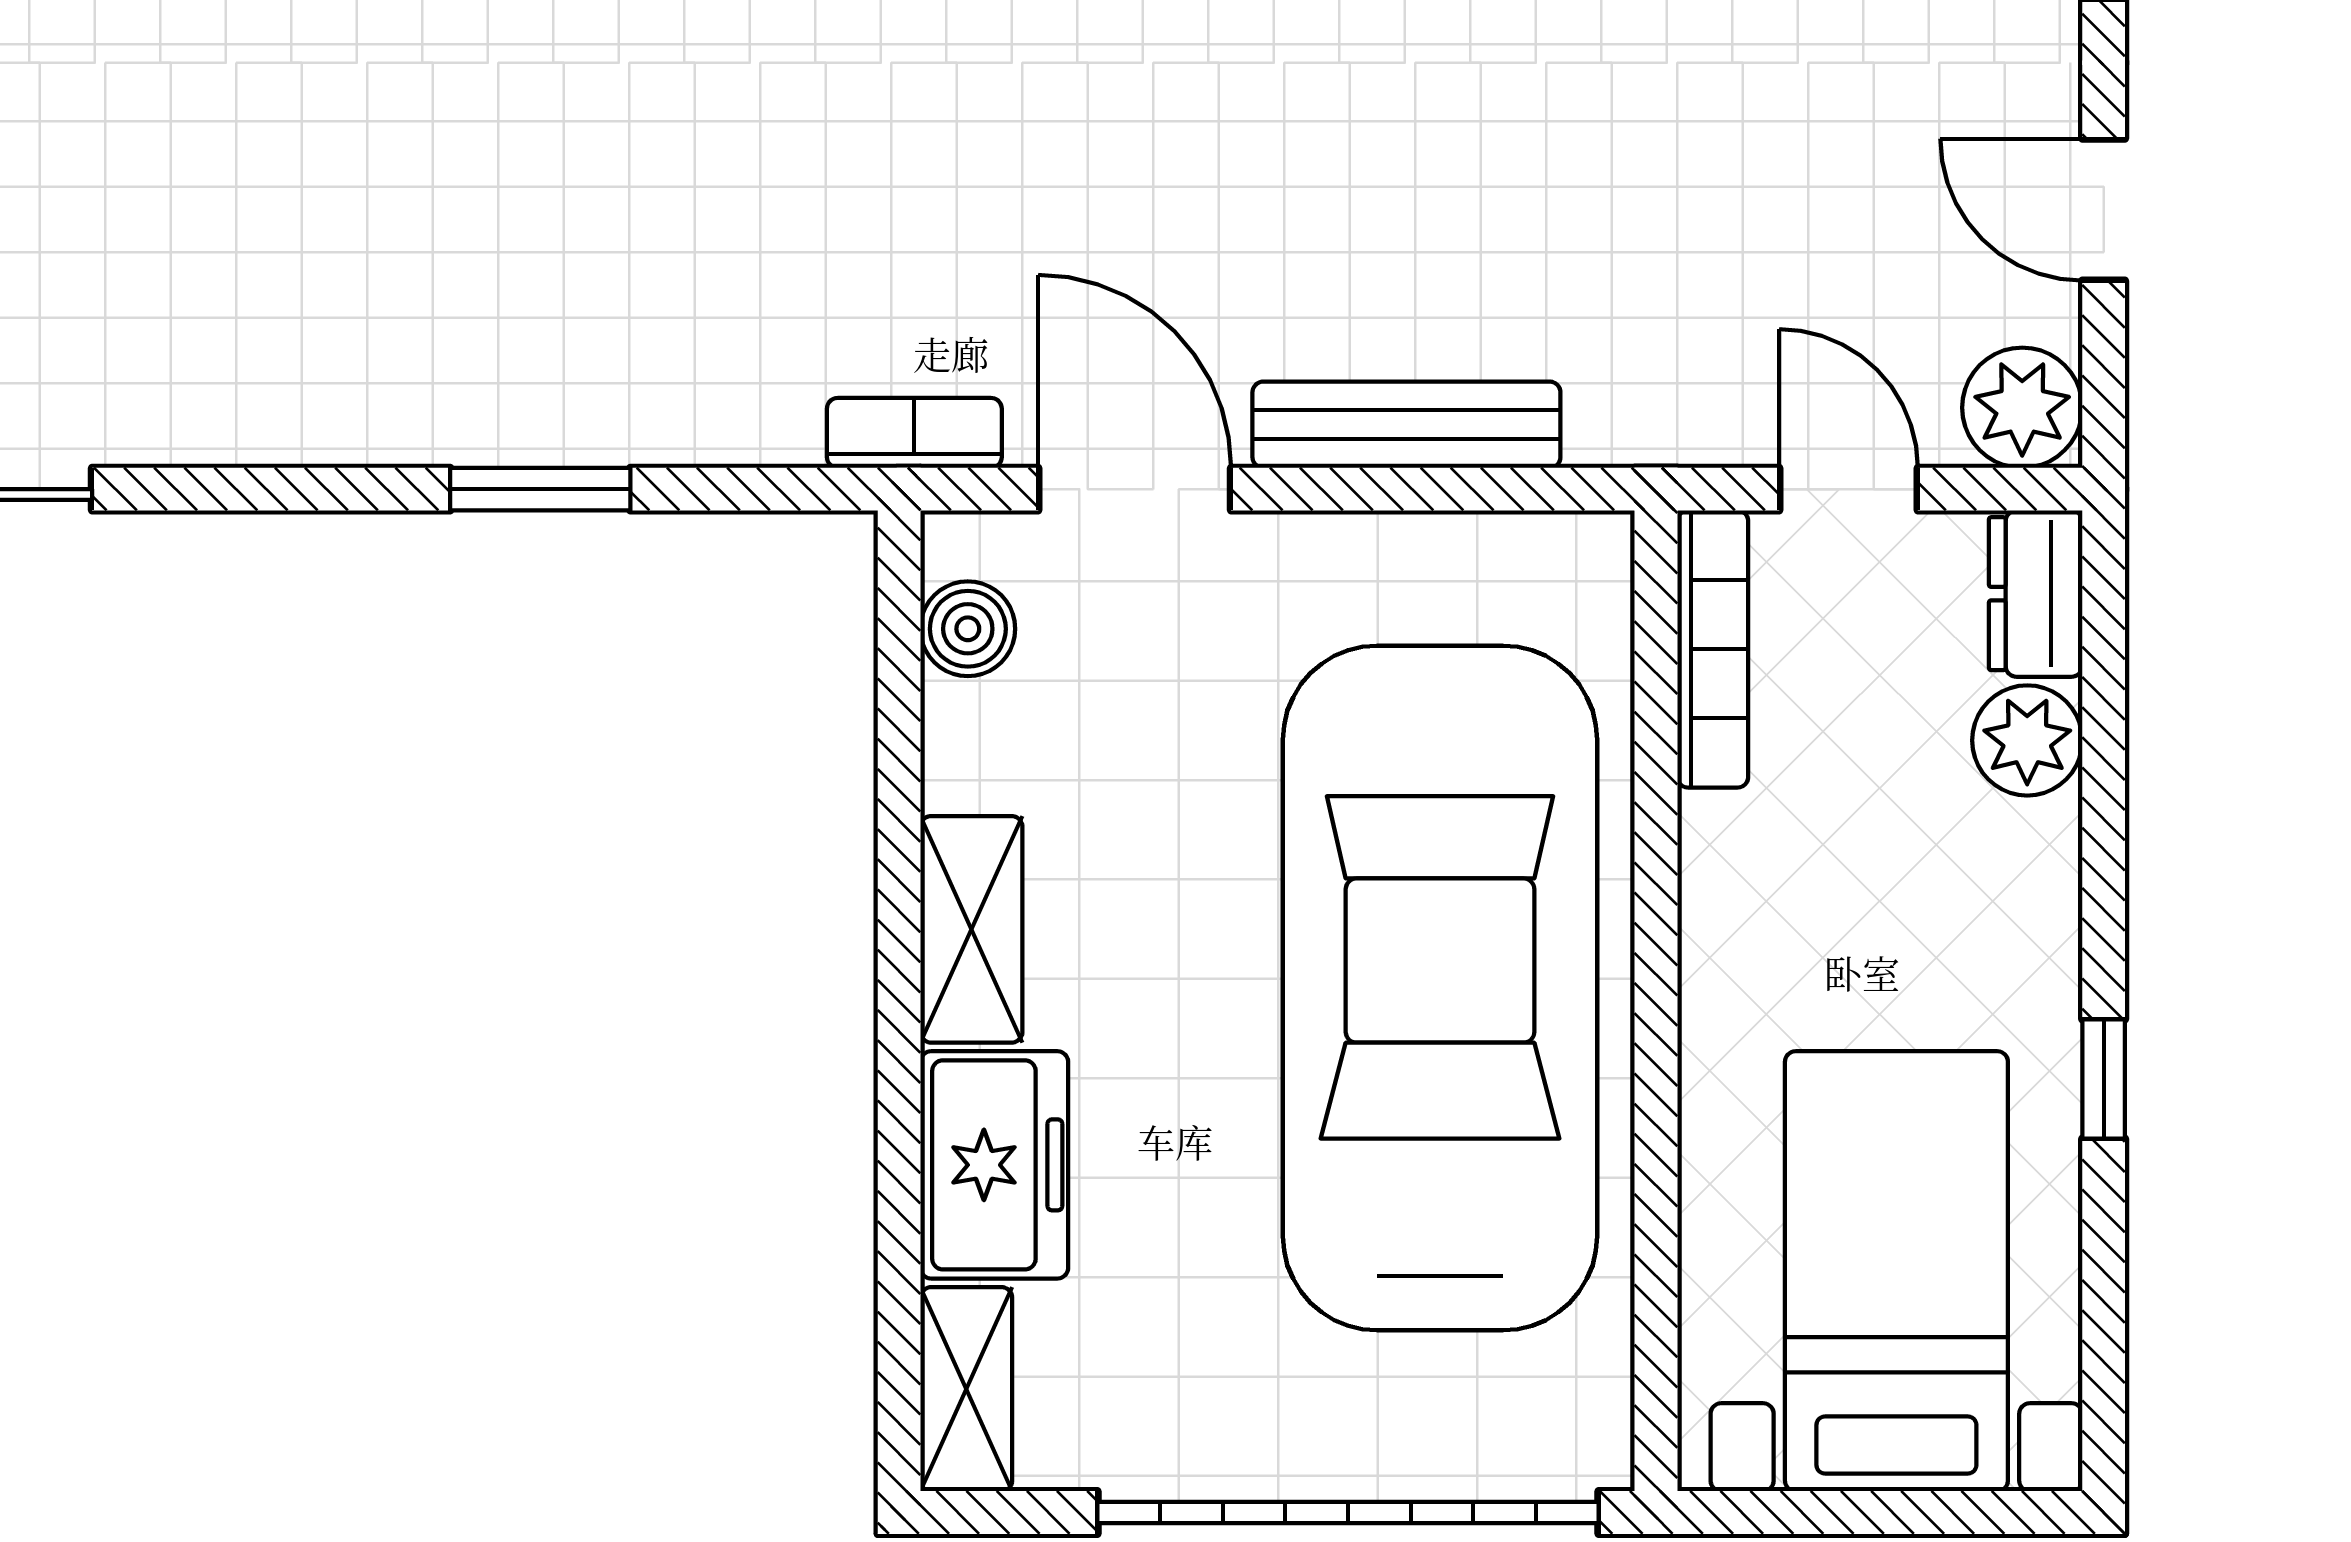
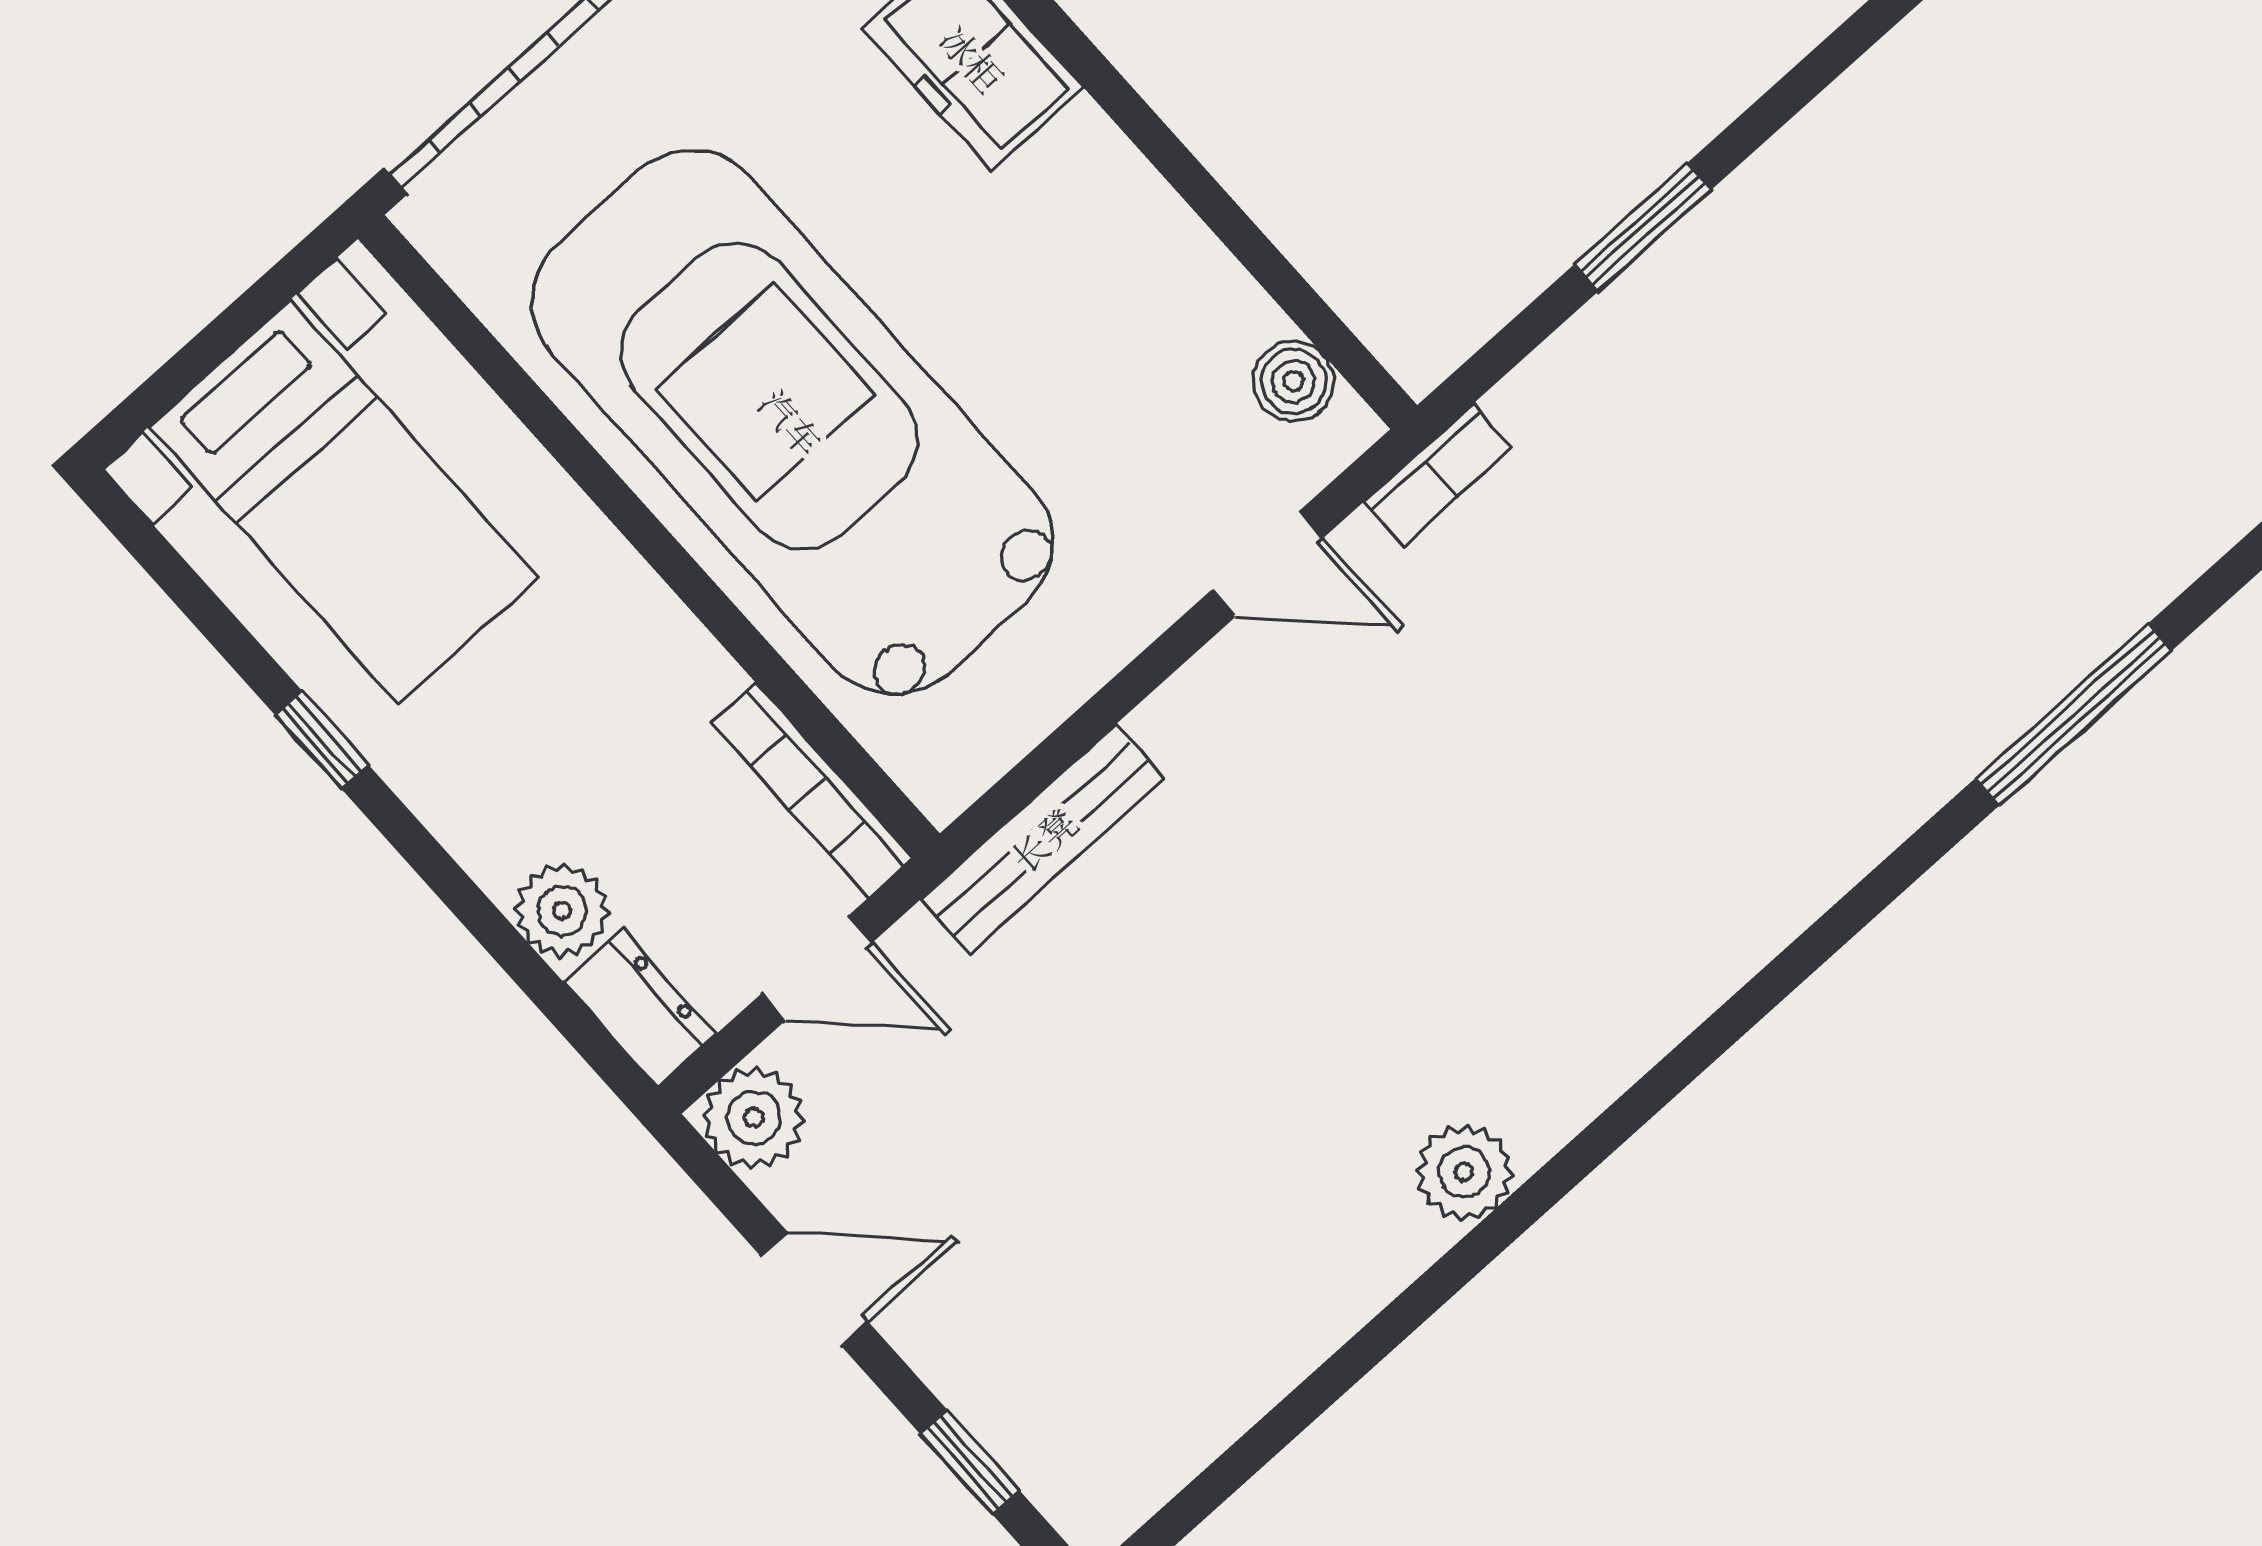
bench: (1406, 425) -> (1043, 839), moved
door: (1135, 489) -> (1267, 564), width x0.73
shelving: (971, 929) -> (1121, 194), removed
car: (1440, 988) -> (792, 422), turned 180

